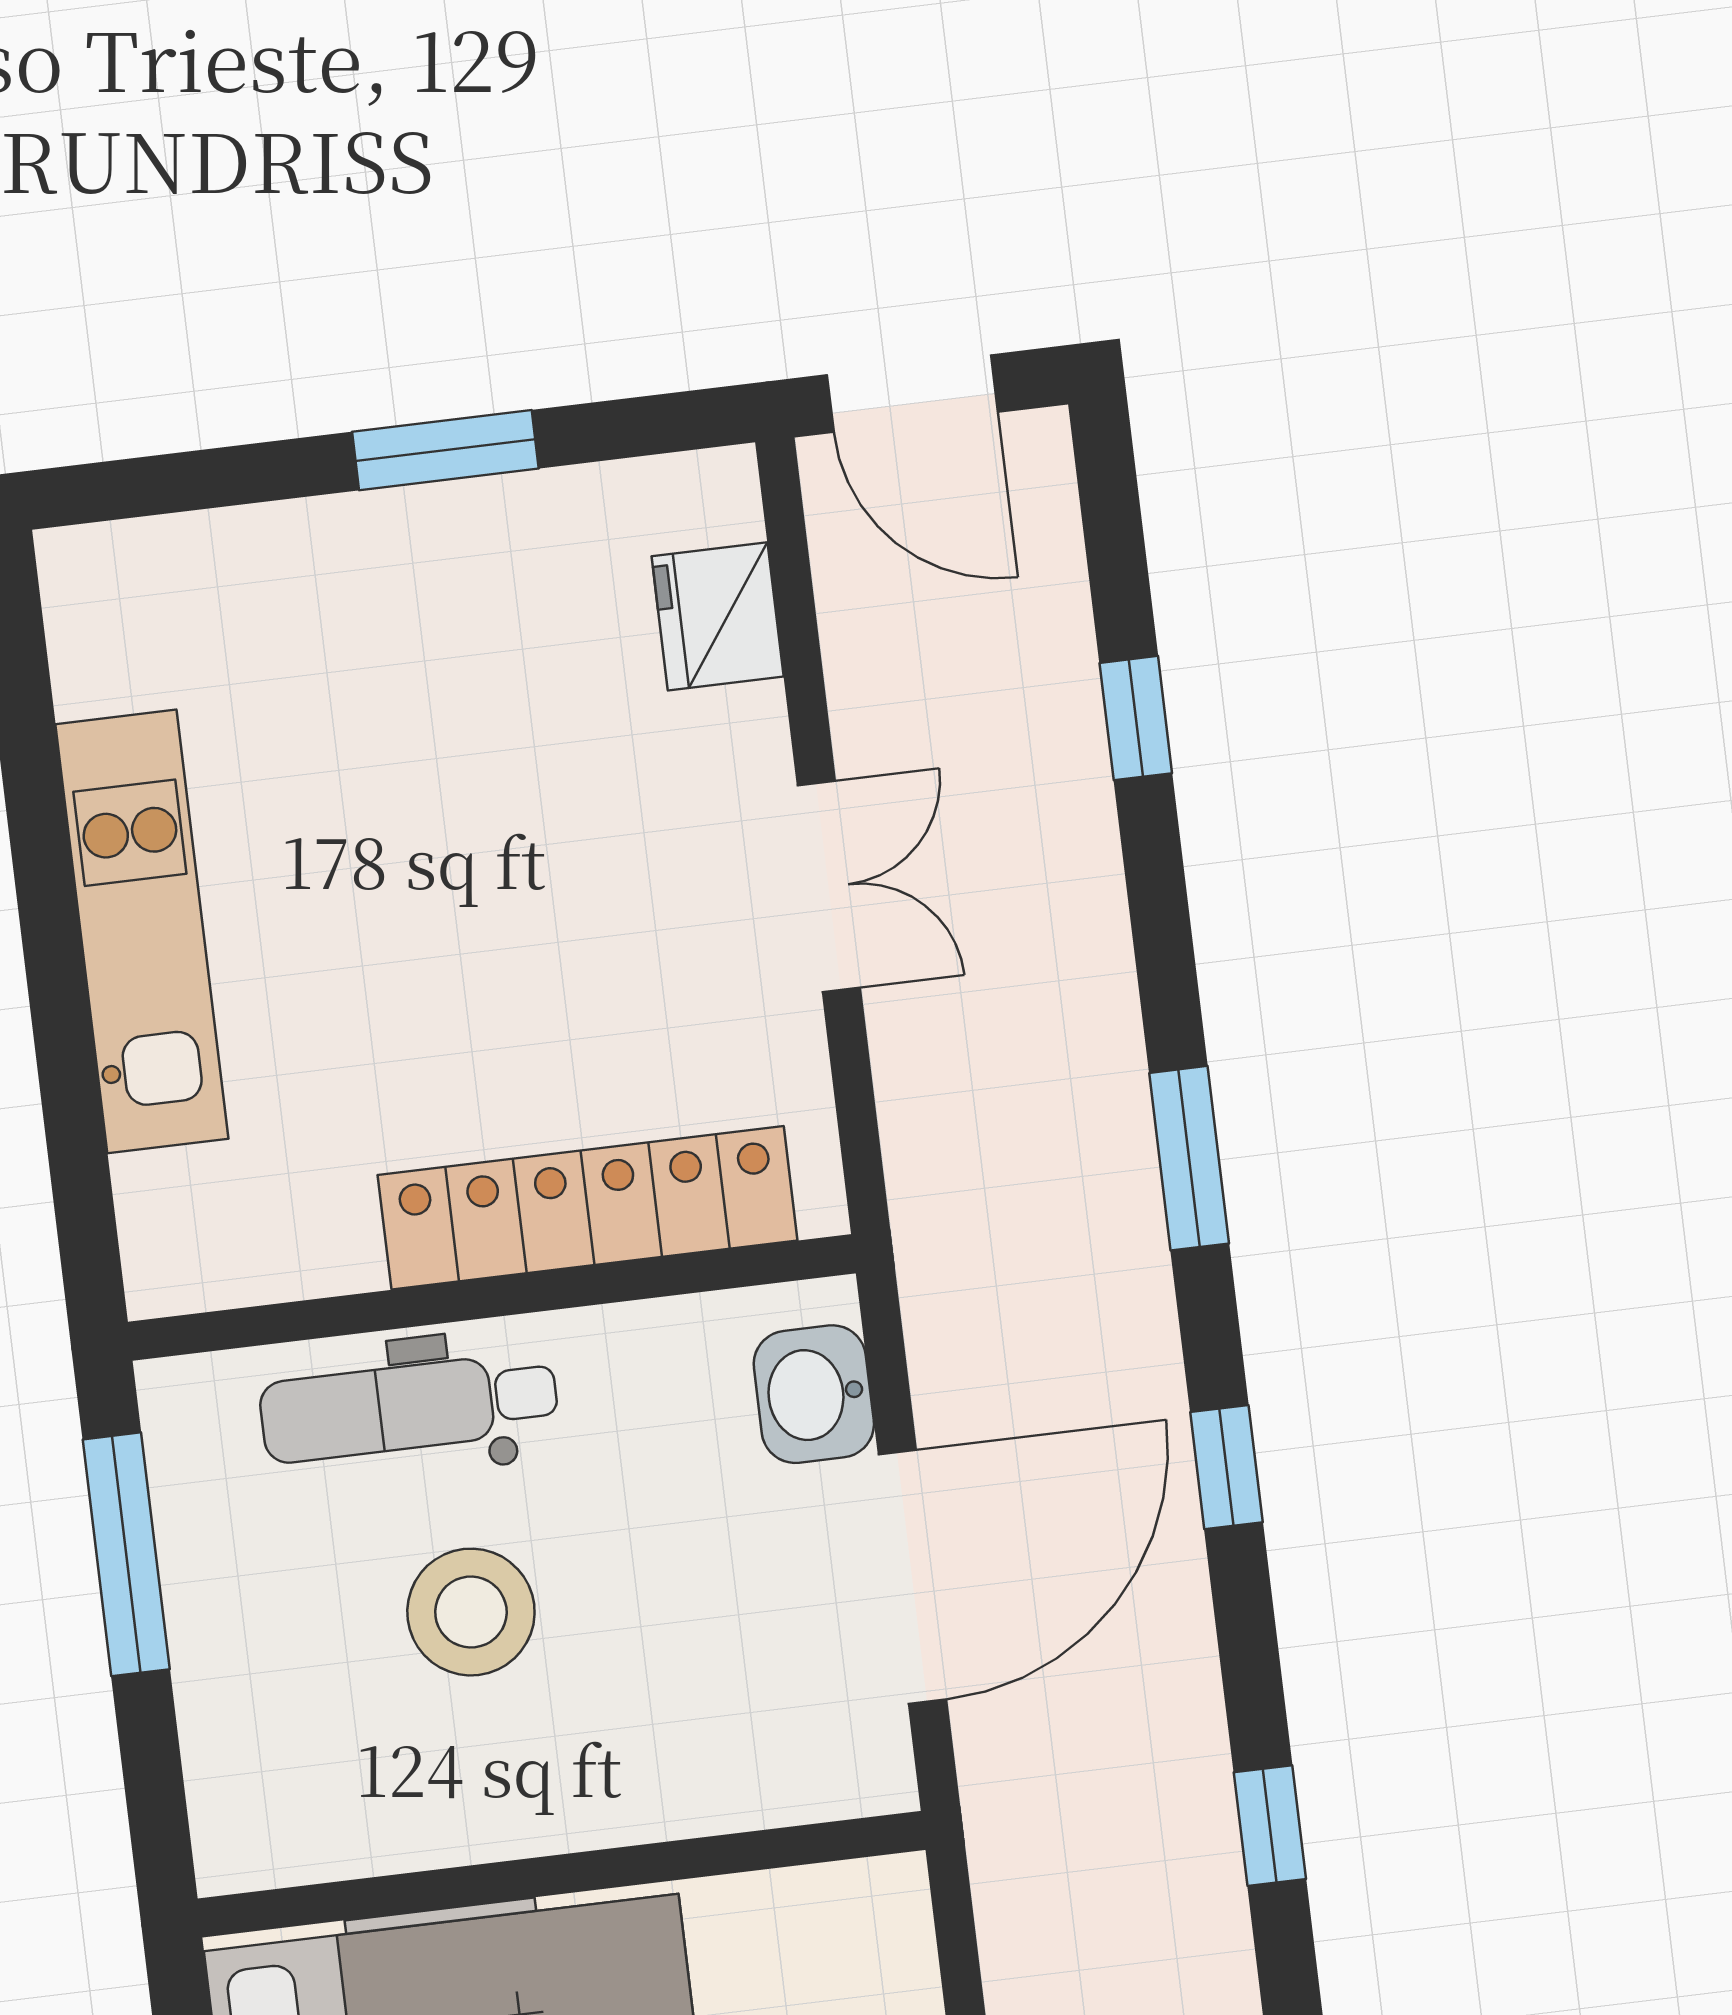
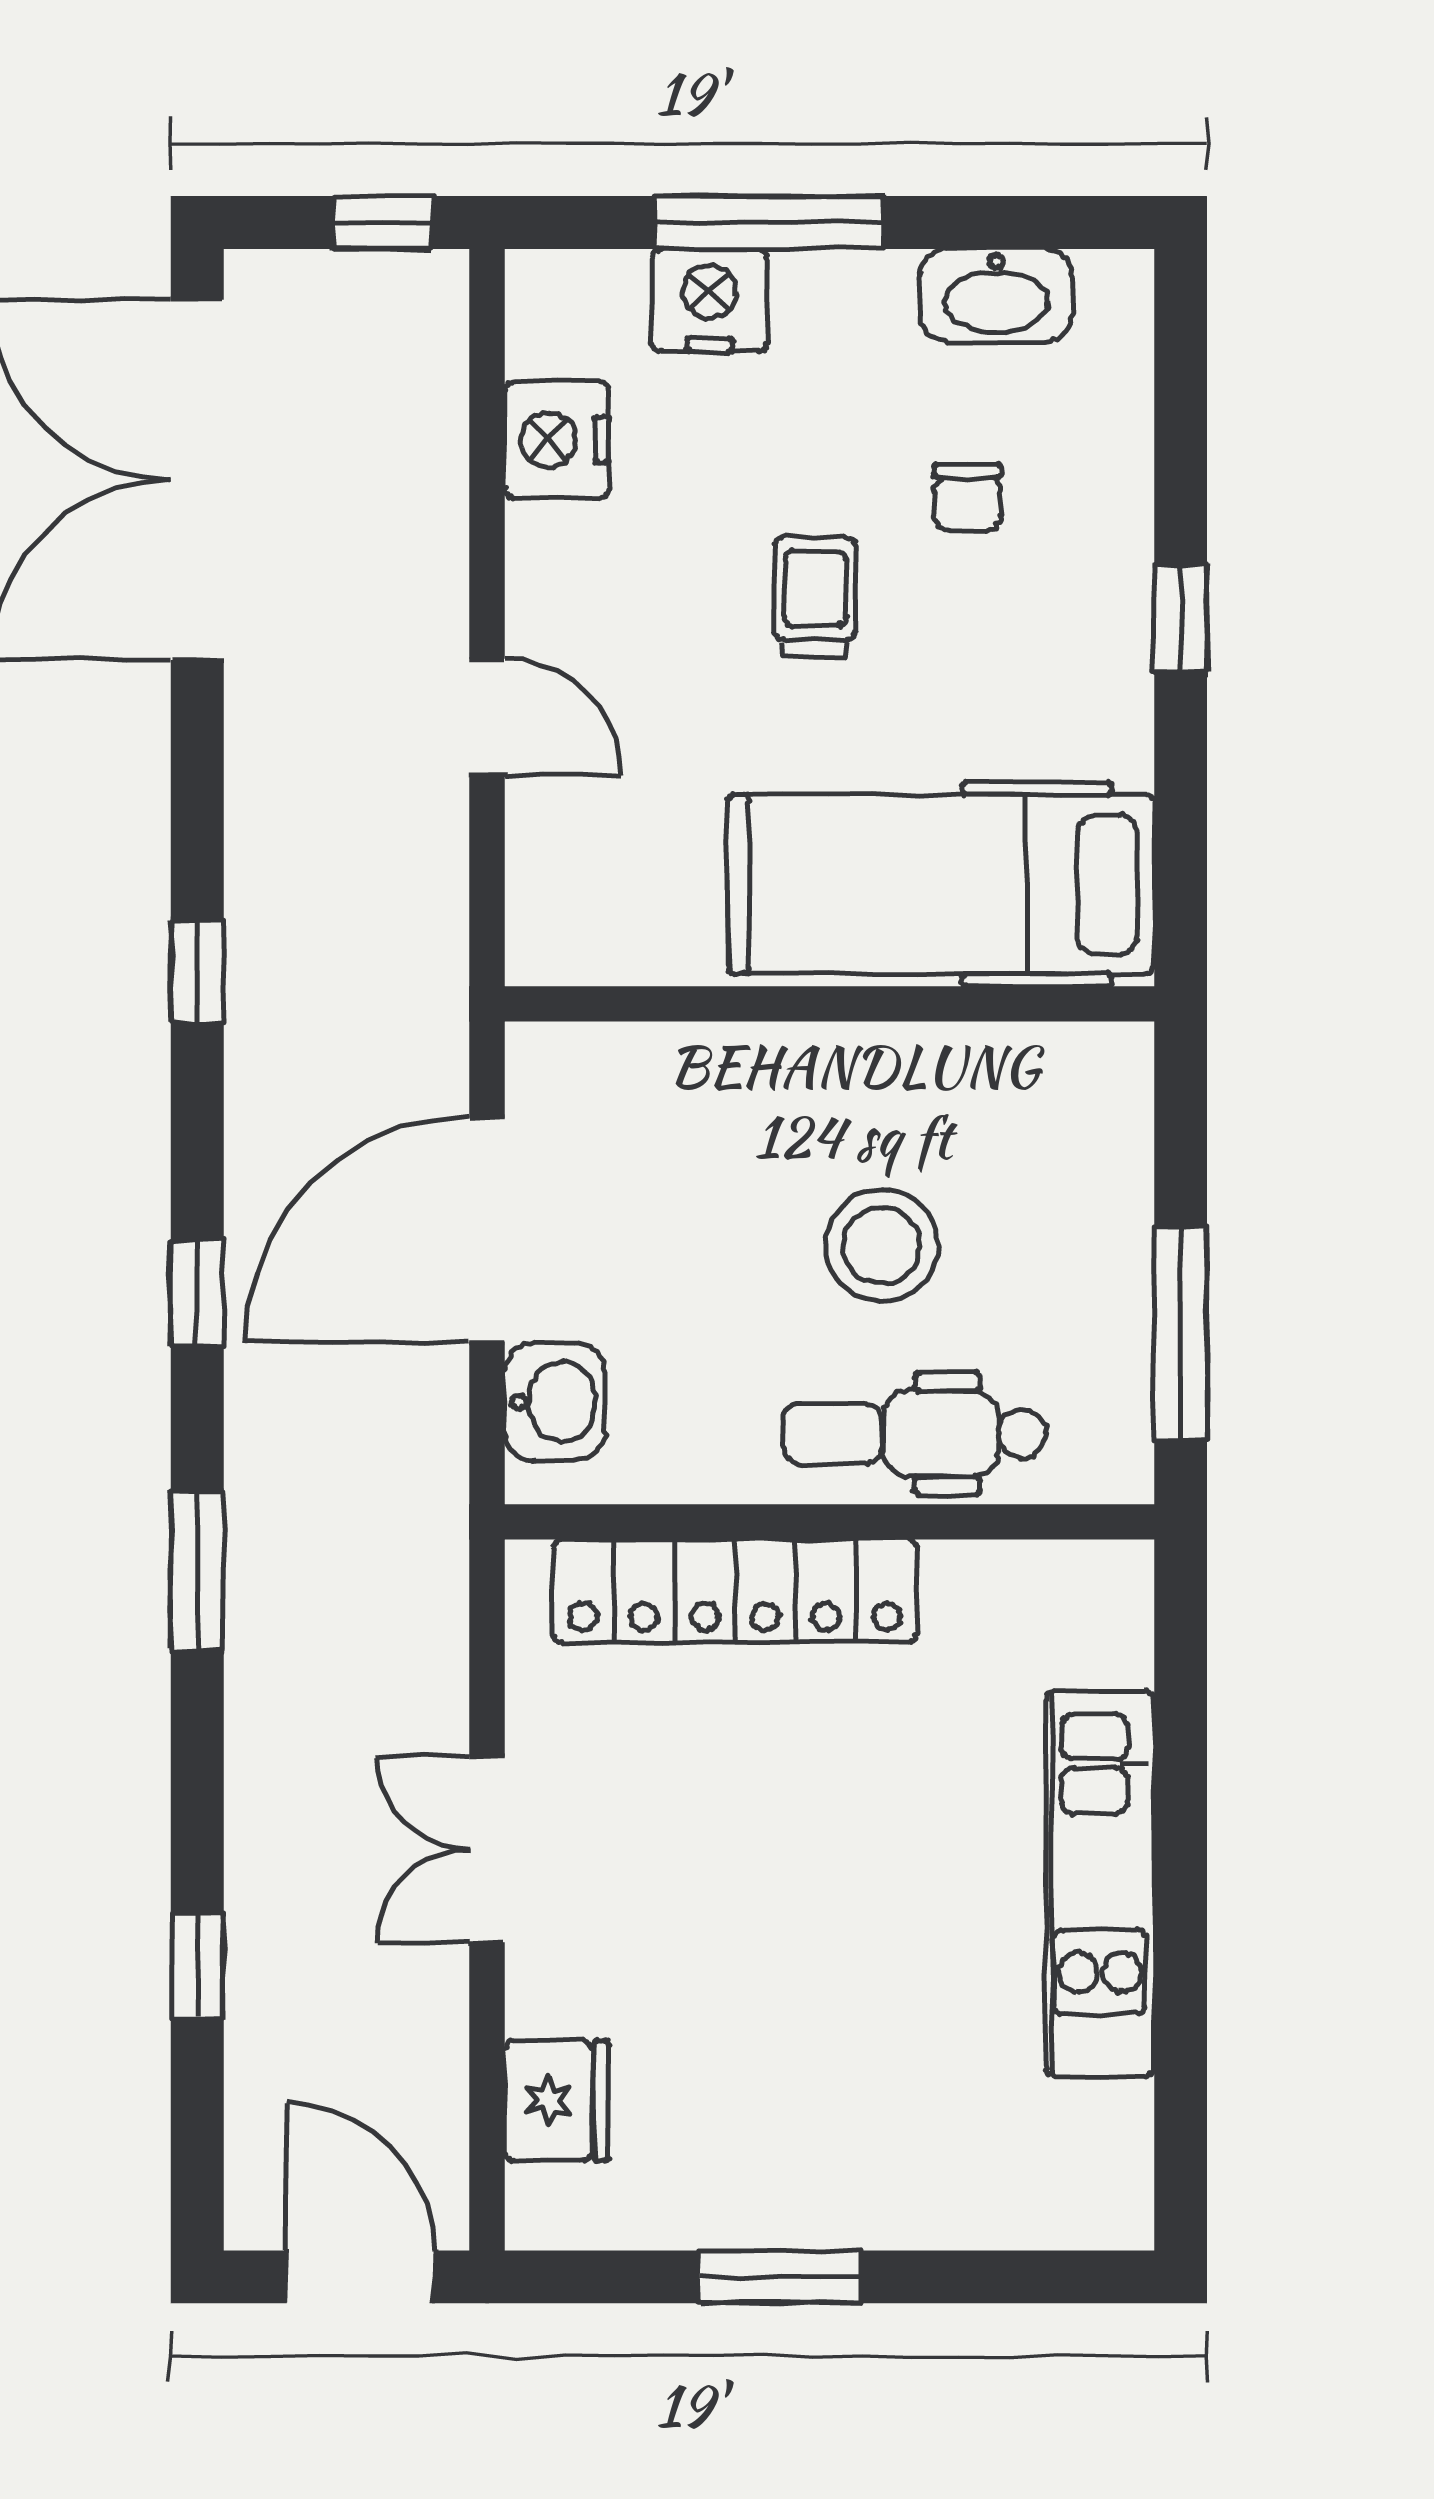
dental chair: (409, 1407) -> (915, 1434), turned 180

